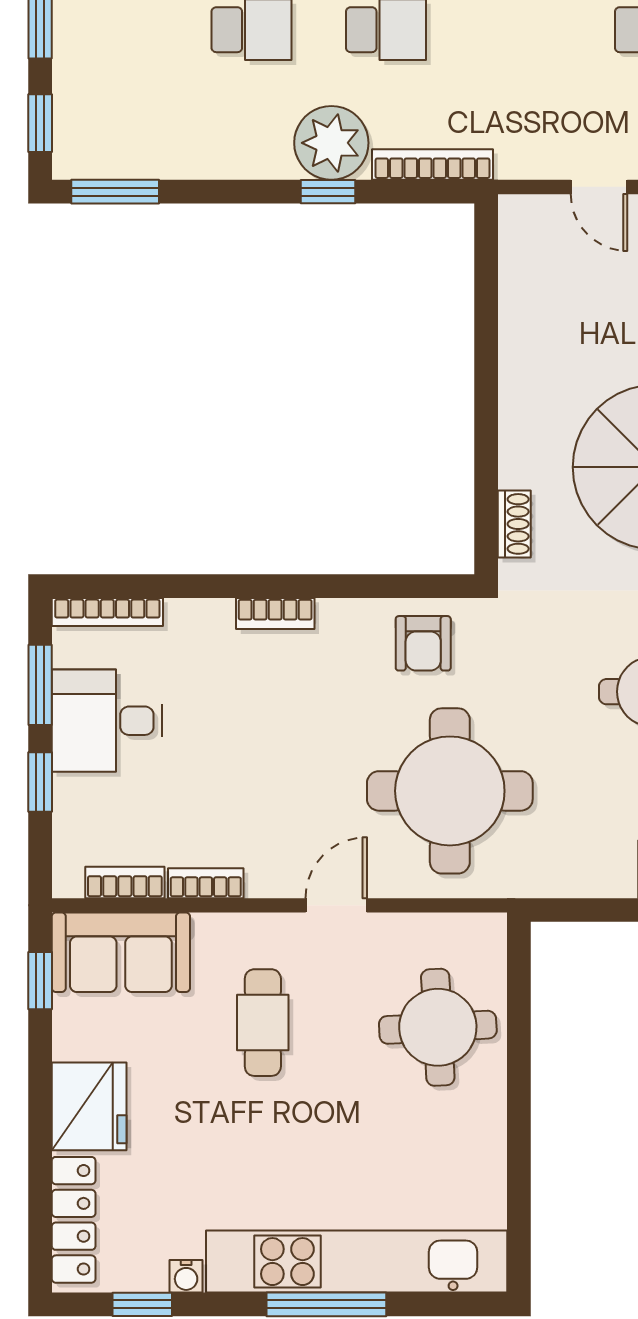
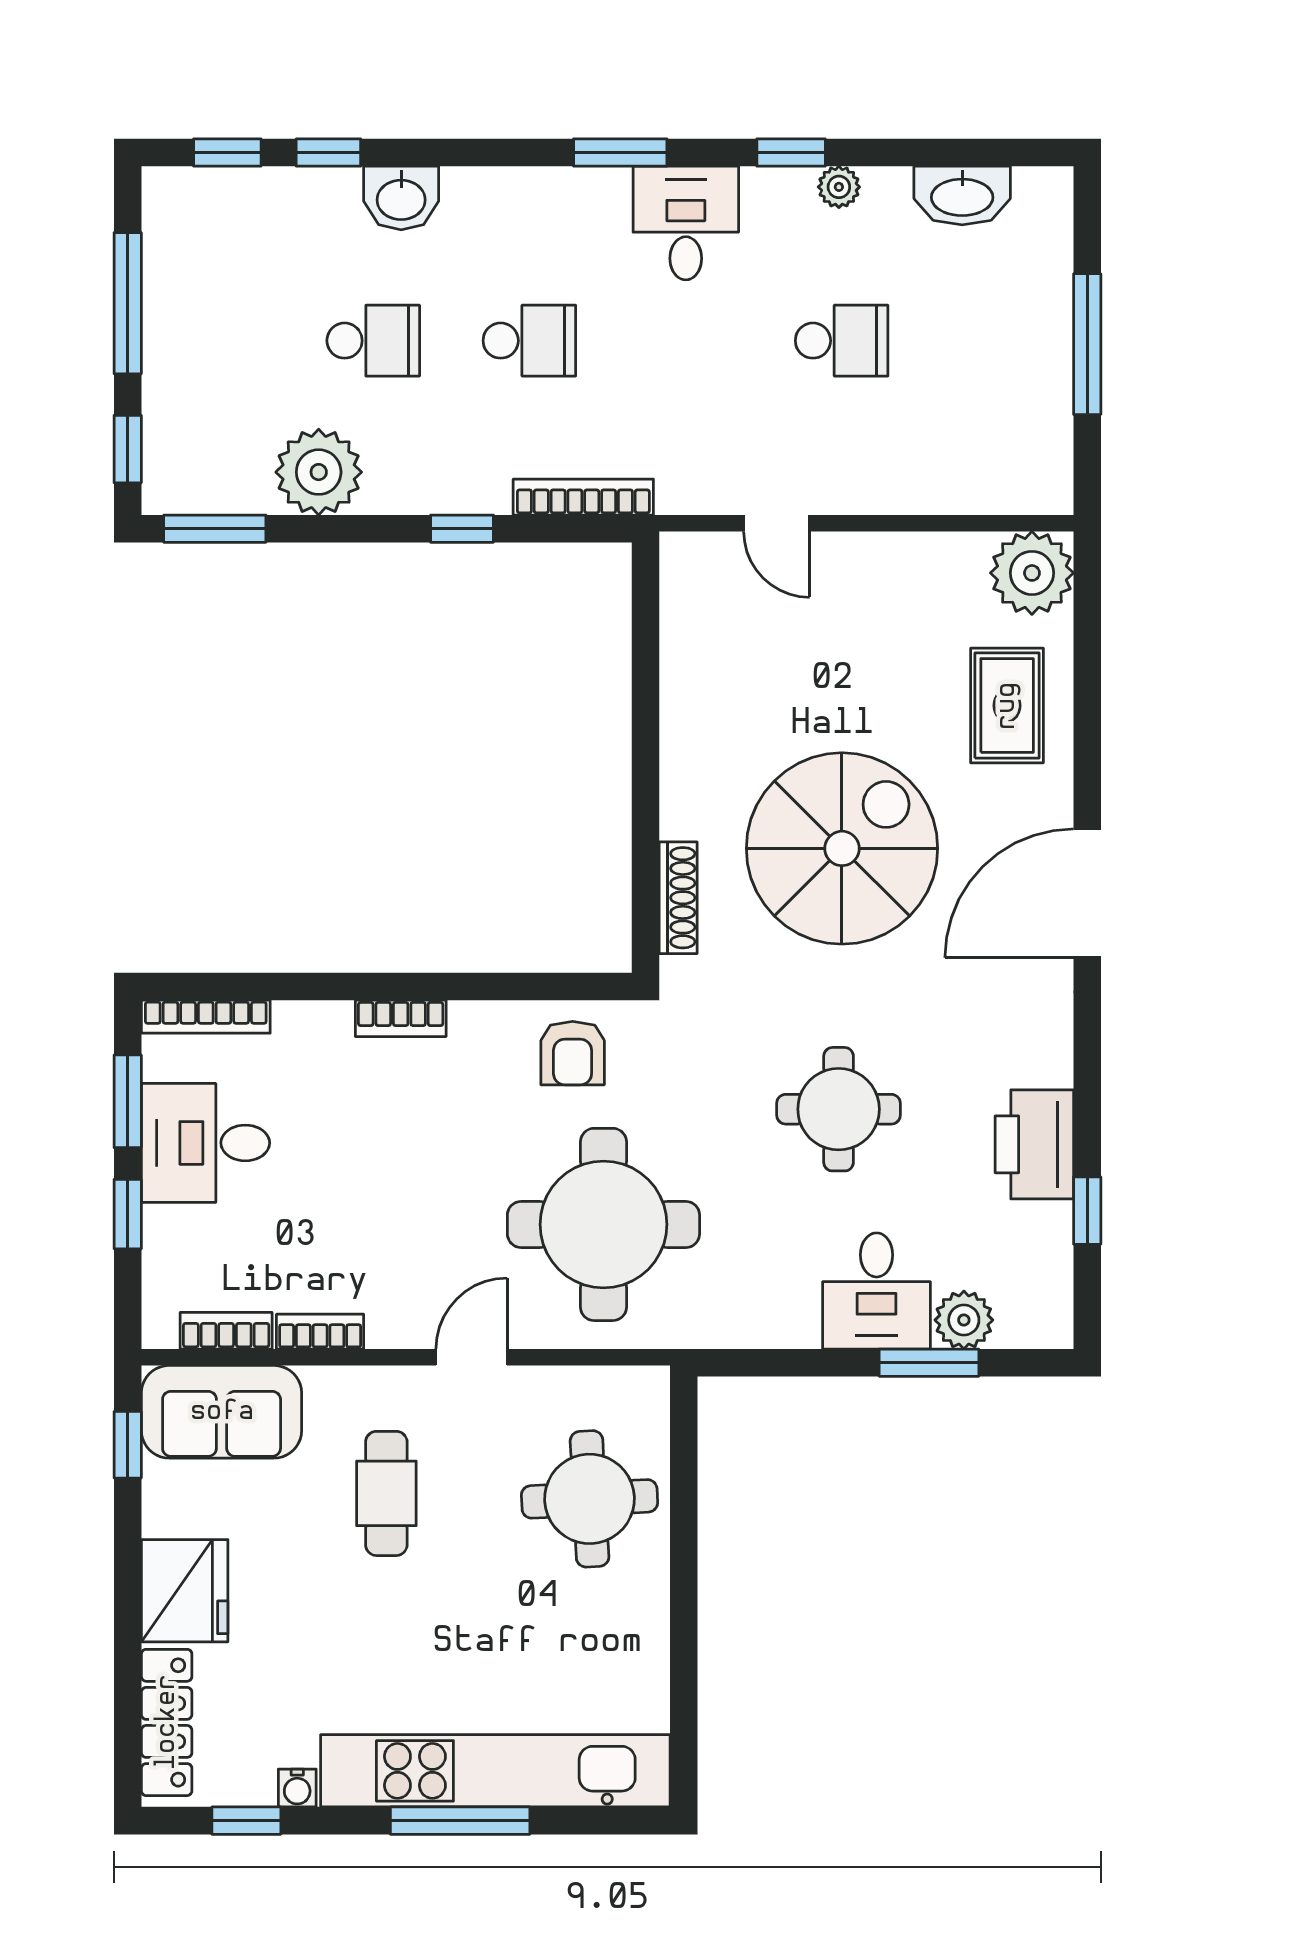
plant: (331, 143) -> (319, 472), moved
shoe rack: (514, 524) -> (678, 898), width x1.43

